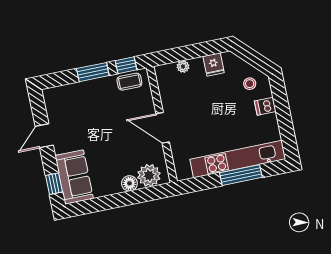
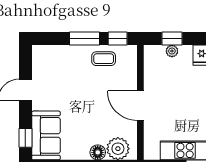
window: (180, 54) -> (172, 39), added
coffee table: (129, 82) -> (104, 59), moved

